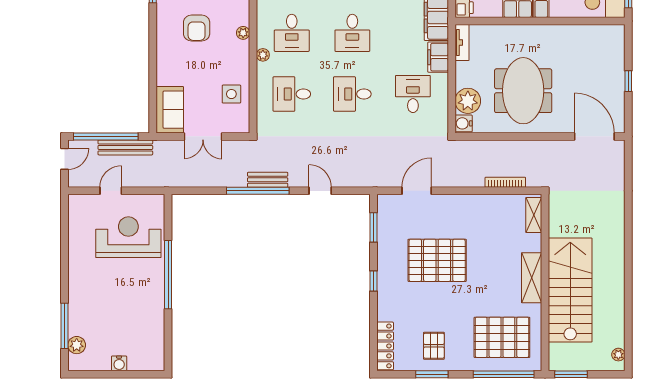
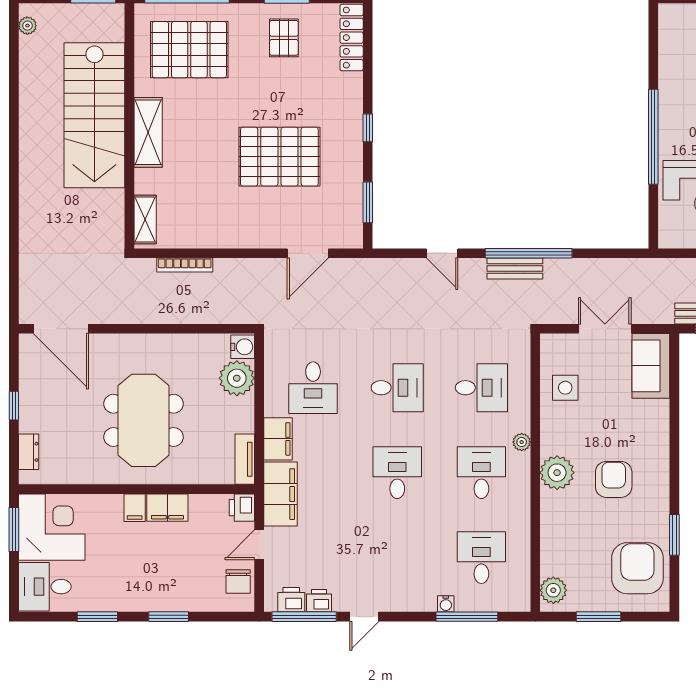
plant: (243, 33) -> (557, 473), width x1.88, depth x1.88
dresser: (618, 48) -> (29, 452), added
meeting table: (523, 91) -> (144, 420), moved

